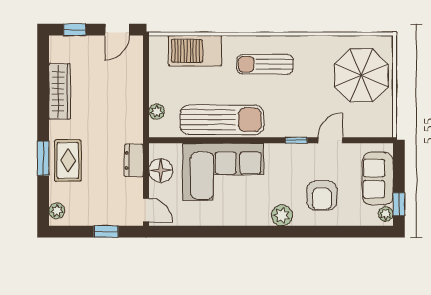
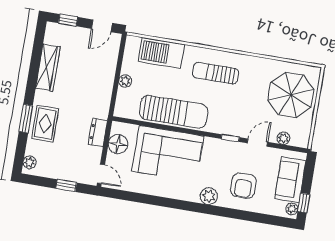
plant: (157, 112) -> (125, 81), moved
plant: (361, 130) -> (283, 138), added

